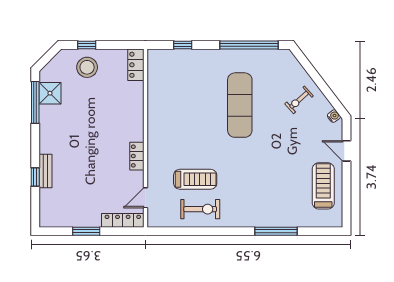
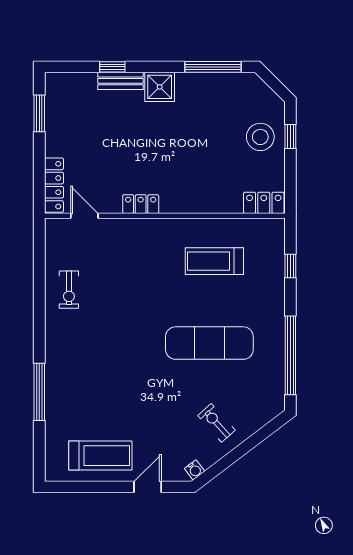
shower: (50, 93) -> (160, 87), moved
treadmill: (195, 179) -> (214, 261), moved, turned 90
exercise bike: (200, 209) -> (69, 290), width x0.73, depth x0.72
window: (86, 231) -> (39, 113), moved

